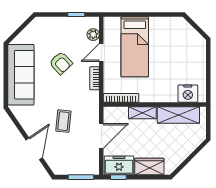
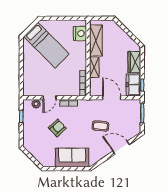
bed: (135, 47) -> (46, 45), moved, turned 45
door: (101, 53) -> (49, 98), hinge flipped
sofa: (21, 75) -> (72, 158), width x0.73

